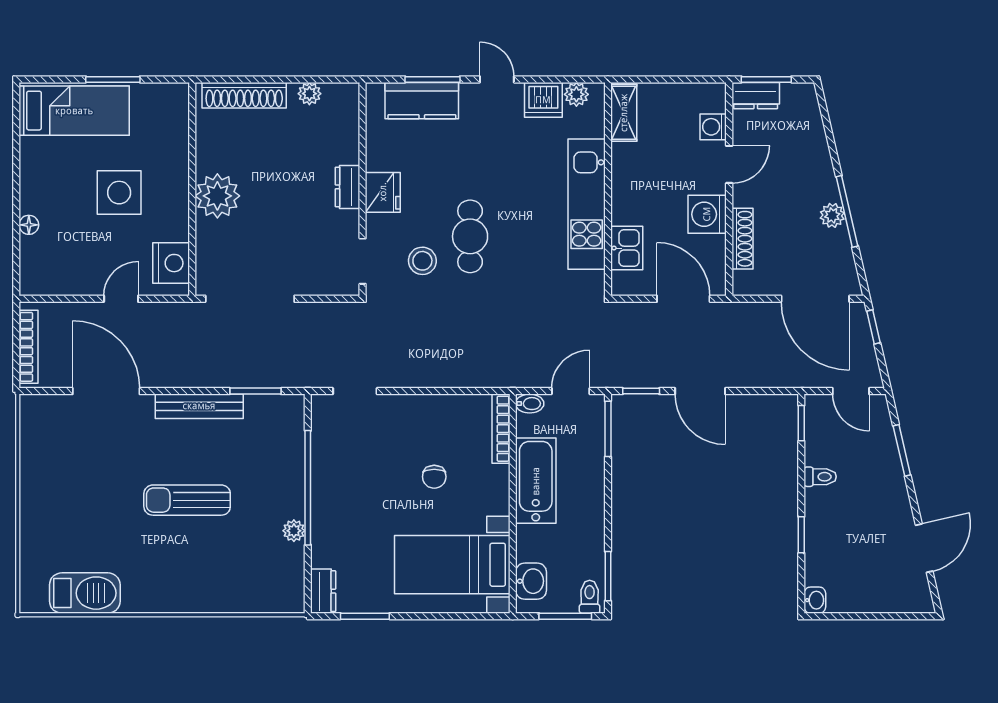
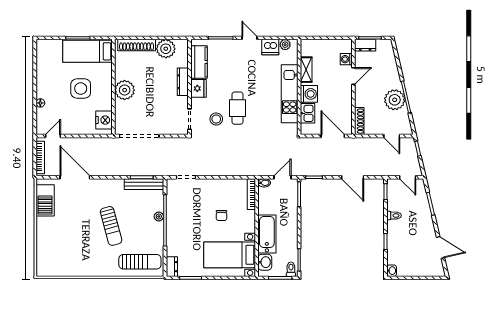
plant: (309, 94) -> (166, 49), width x1.88, depth x1.88
kitchen counter: (422, 101) -> (199, 62), moved, turned -90
bed: (74, 111) -> (88, 51), moved, turned 180
shelving: (624, 113) -> (306, 70), moved
dresser: (348, 187) -> (183, 82), width x1.44
washing machine: (707, 214) -> (309, 94), moved, turned 180
plant: (832, 215) -> (395, 100), width x1.88, depth x1.88
shoe rack: (742, 239) -> (359, 121), moved
door: (121, 299) -> (53, 136), moved
door: (815, 299) -> (392, 136), width x0.53
door: (700, 391) -> (353, 177), moved
bench: (199, 406) -> (144, 184), moved
bathtub: (536, 481) -> (267, 234), moved
sun lounger: (187, 500) -> (111, 226), turned -105
plant: (294, 531) -> (159, 217), moved
door: (924, 548) -> (440, 247), hinge flipped
sun lounger: (252, 580) -> (140, 262), added
barbecue: (85, 593) -> (45, 200), moved, turned 90

